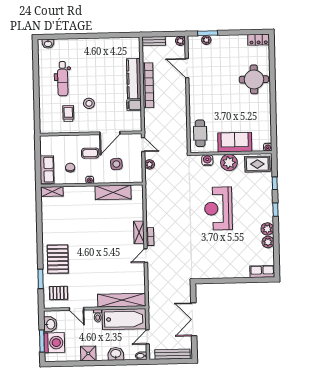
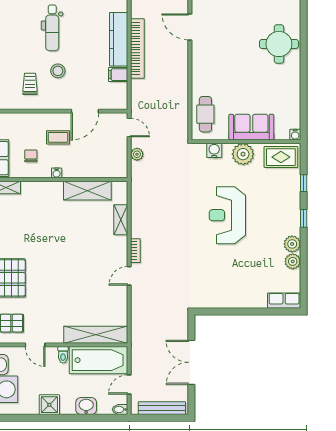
dental chair: (63, 79) -> (52, 28), moved
side table: (116, 164) -> (93, 153), removed
shelving: (139, 232) -> (121, 220), moved

